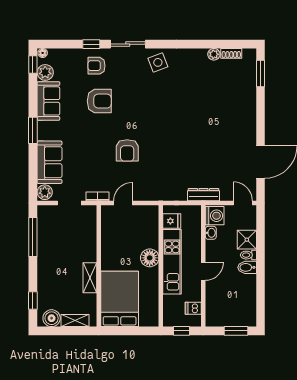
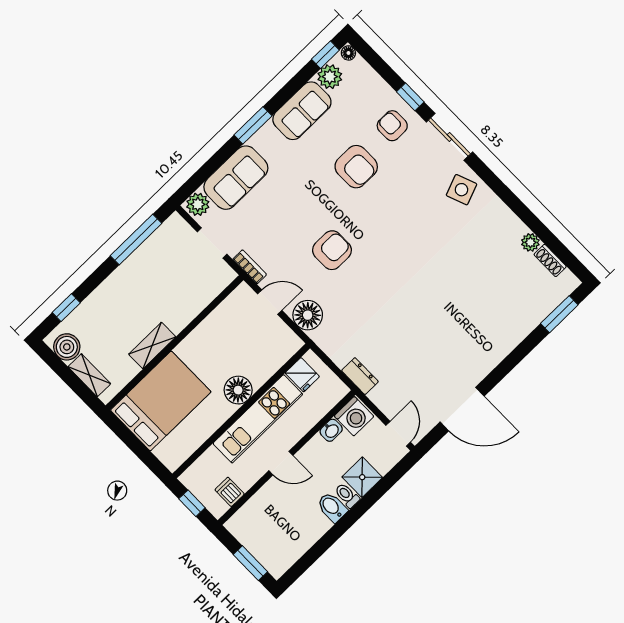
armchair: (127, 150) -> (332, 250), turned 180
floor lamp: (146, 191) -> (308, 315), added
dresser: (203, 195) -> (360, 376), width x0.70

